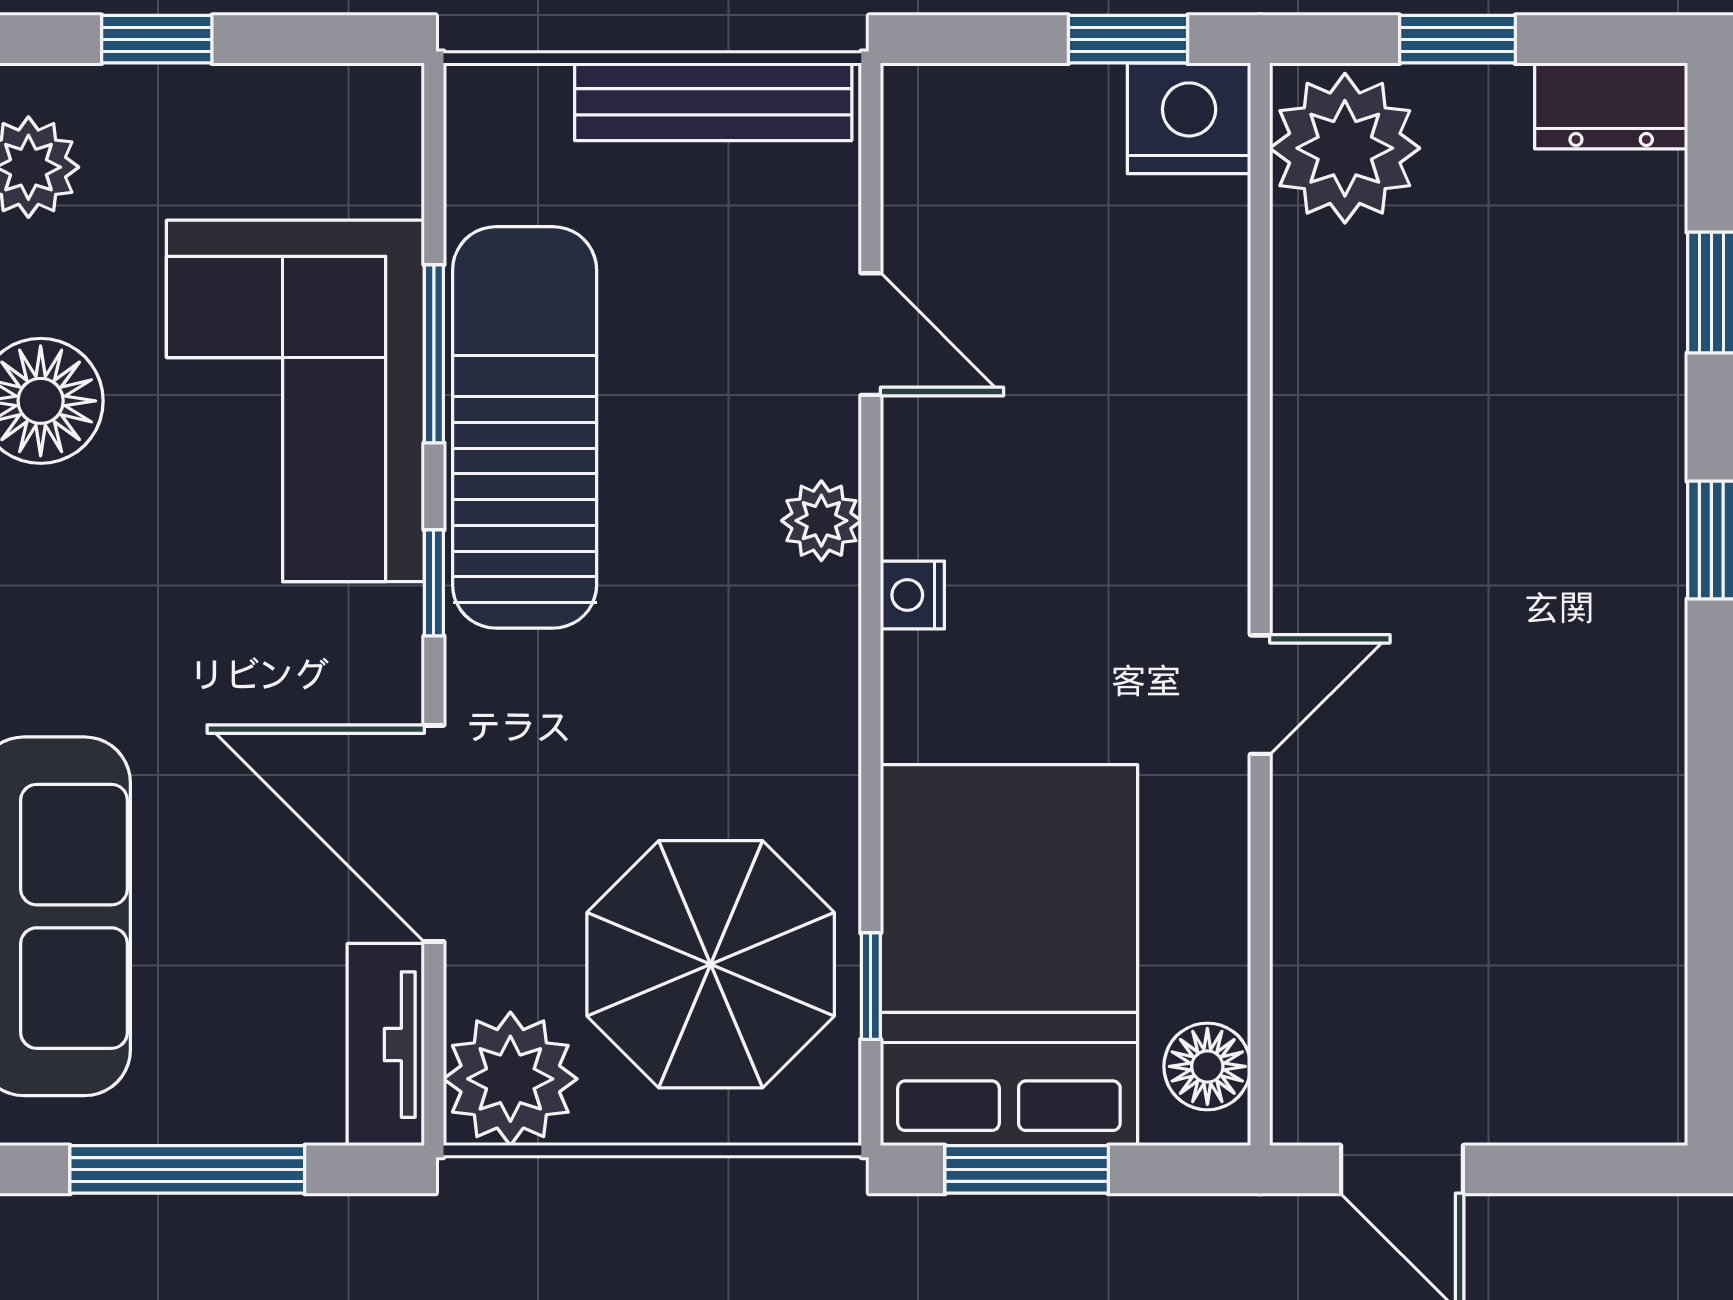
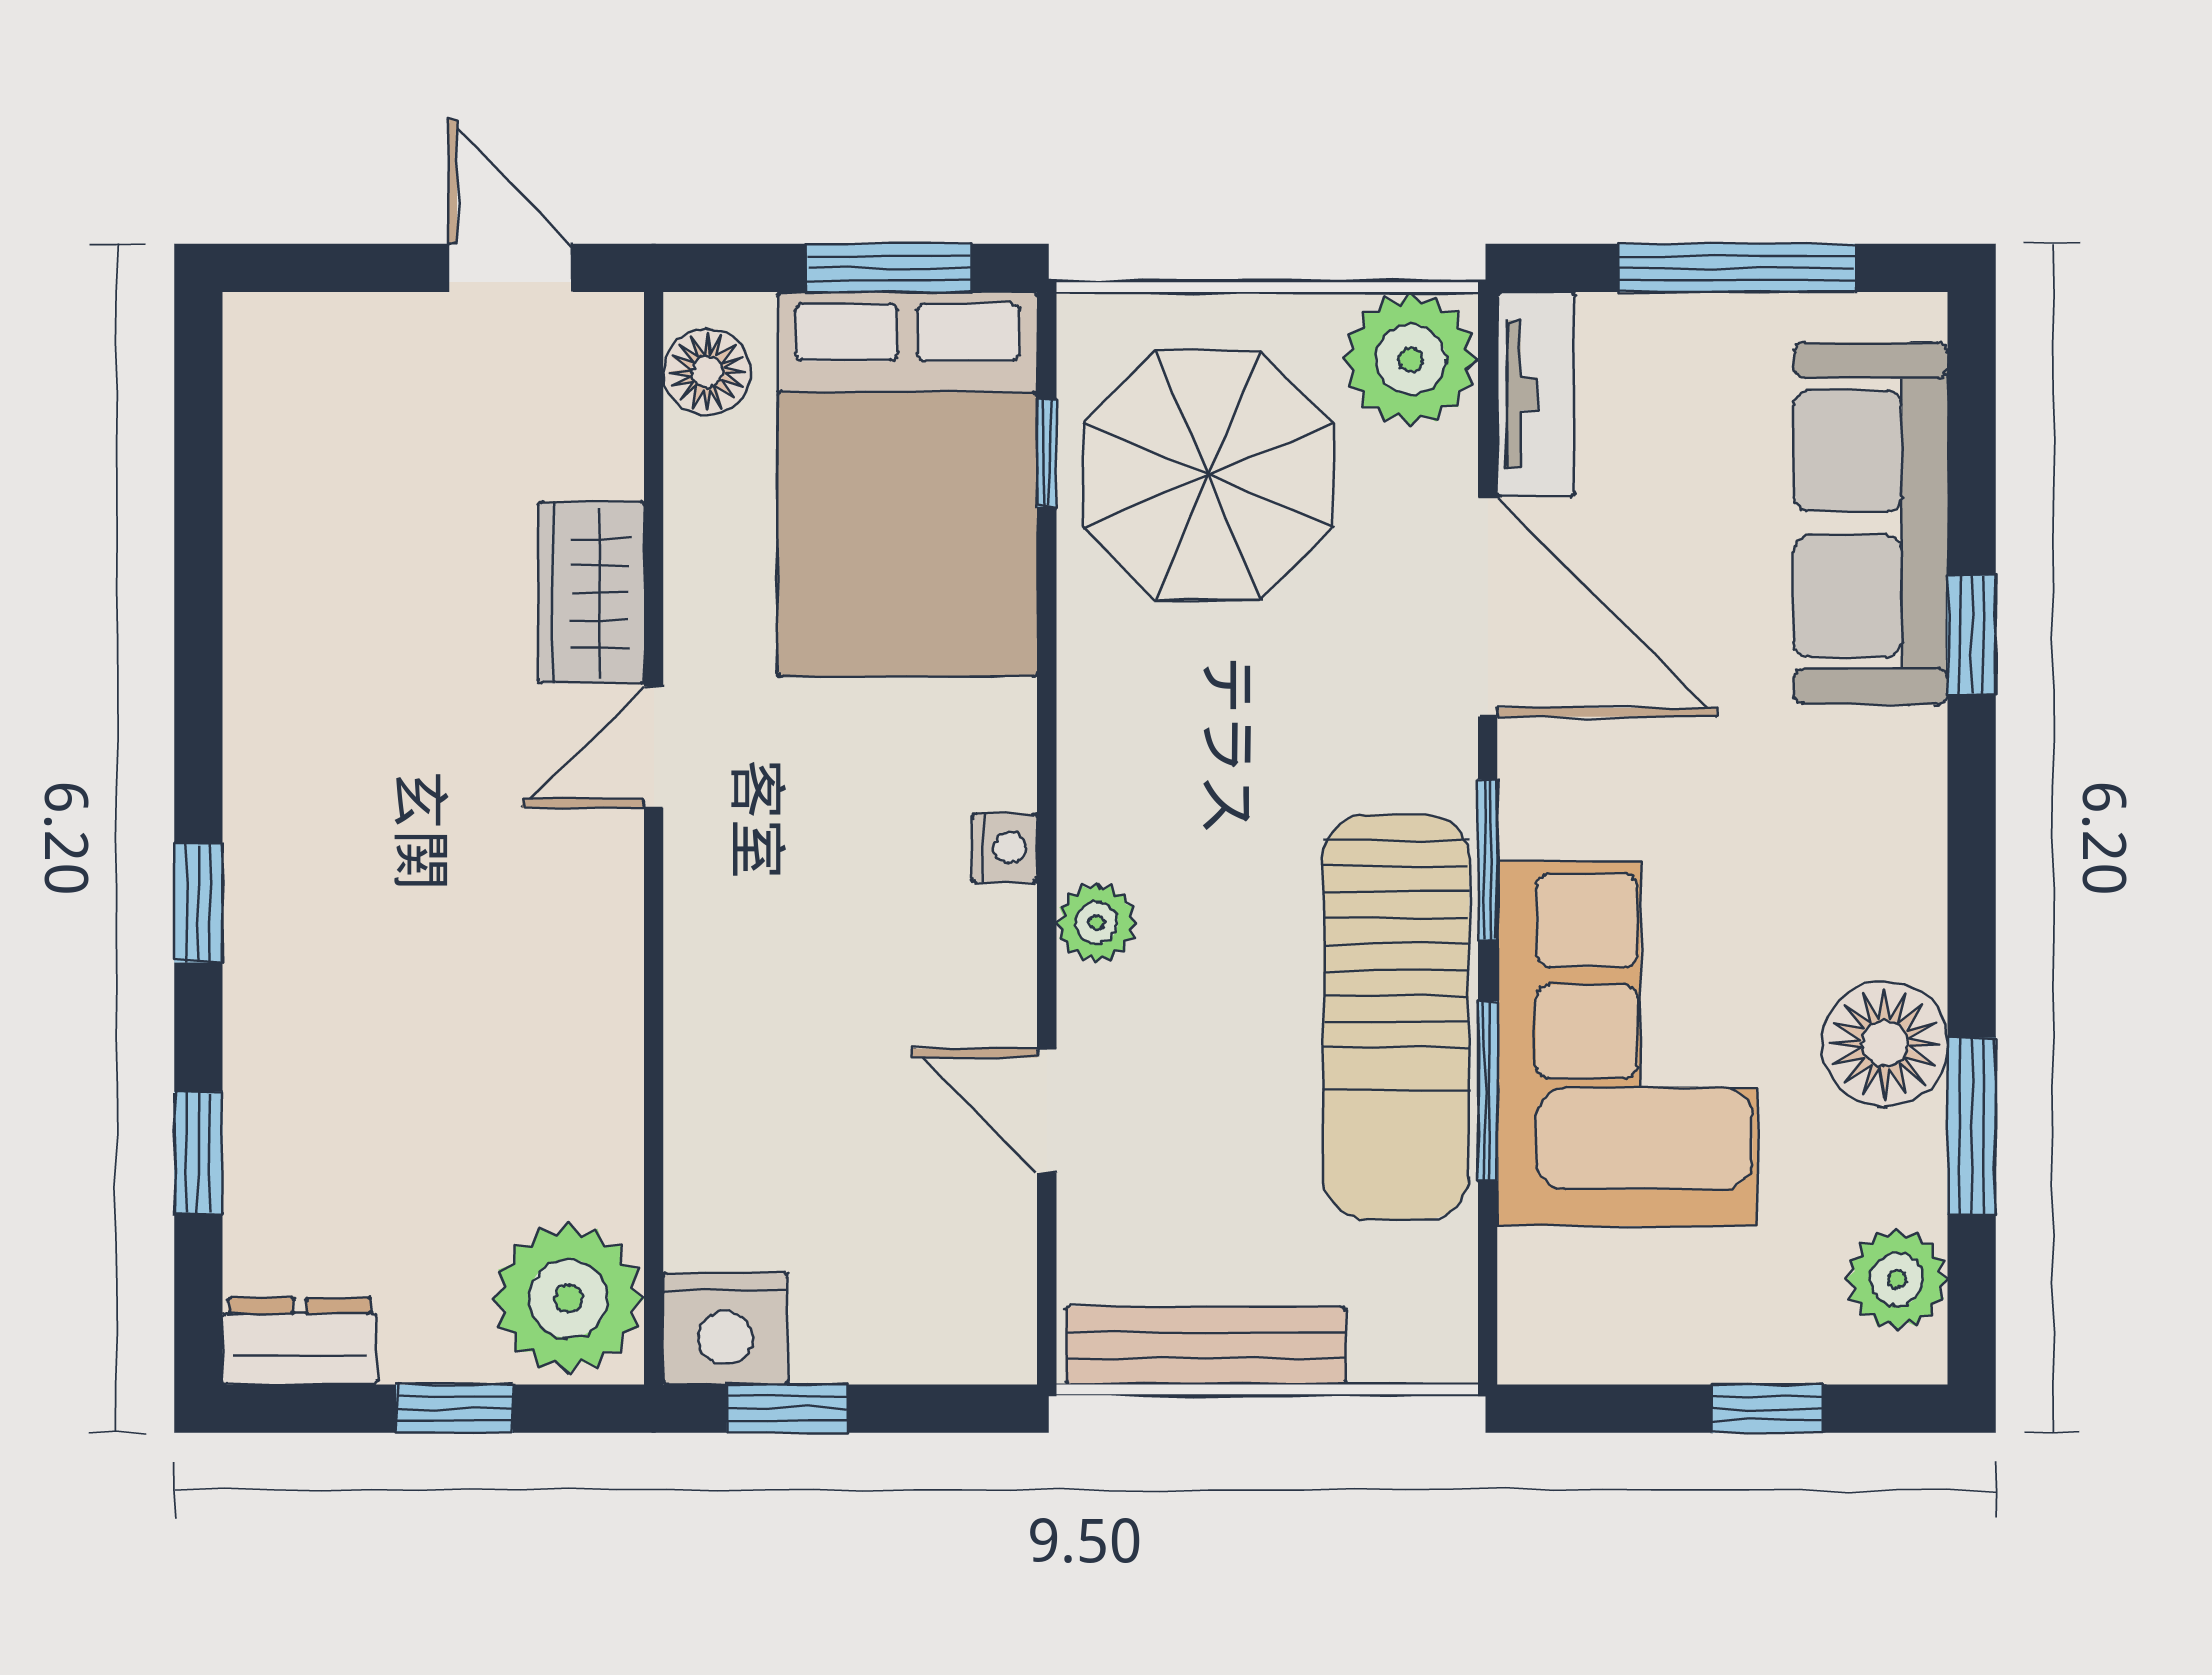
window: (434, 583) -> (1488, 860), width x1.50
wardrobe: (1322, 847) -> (591, 593), added

